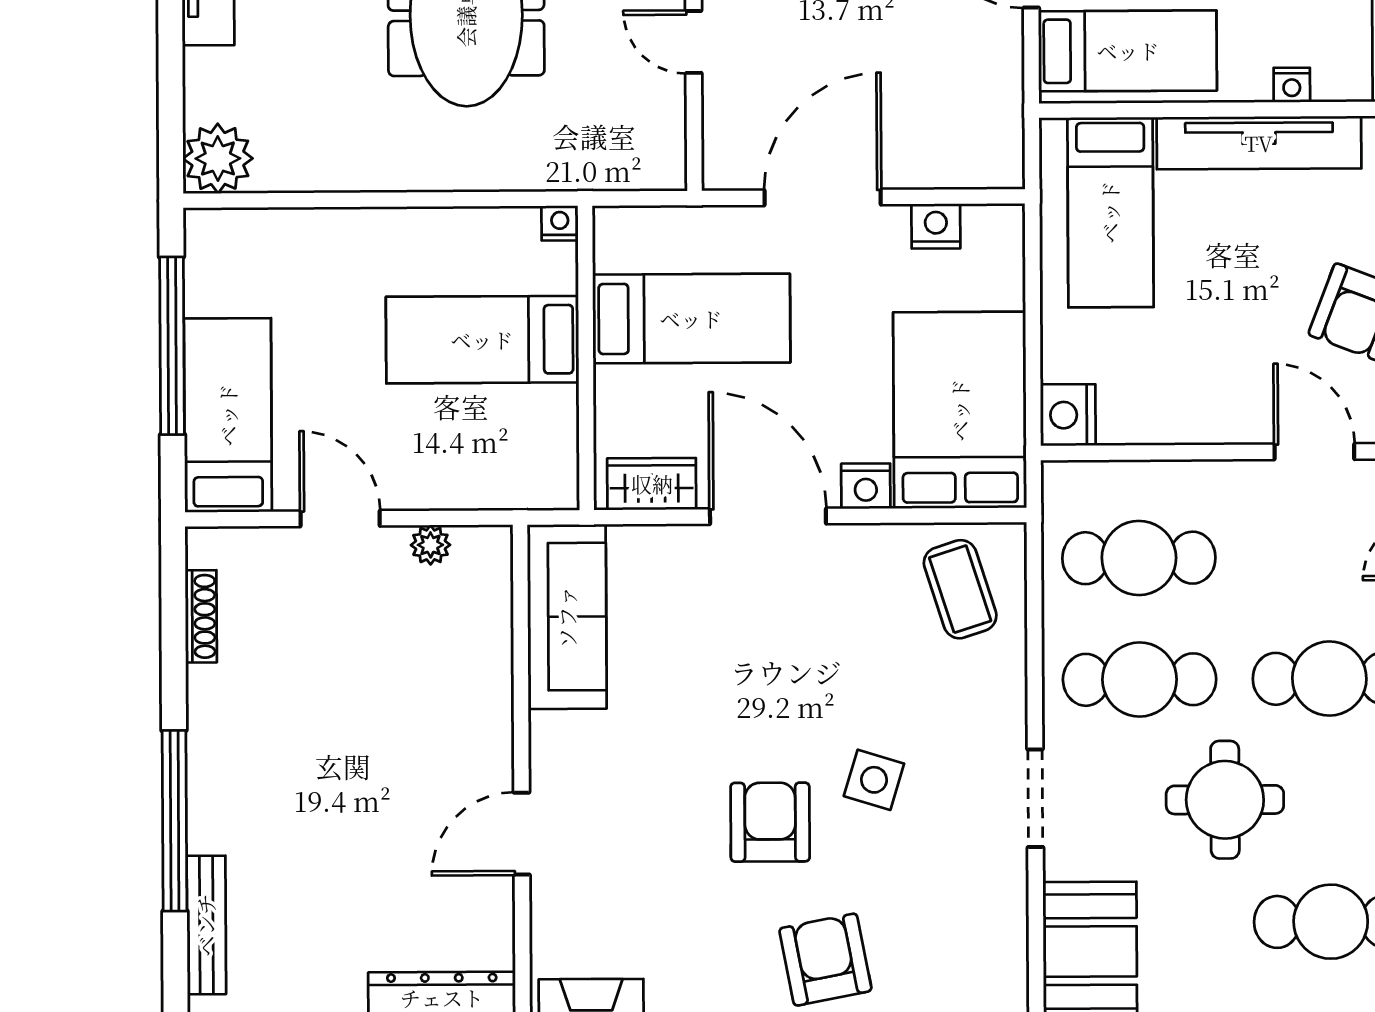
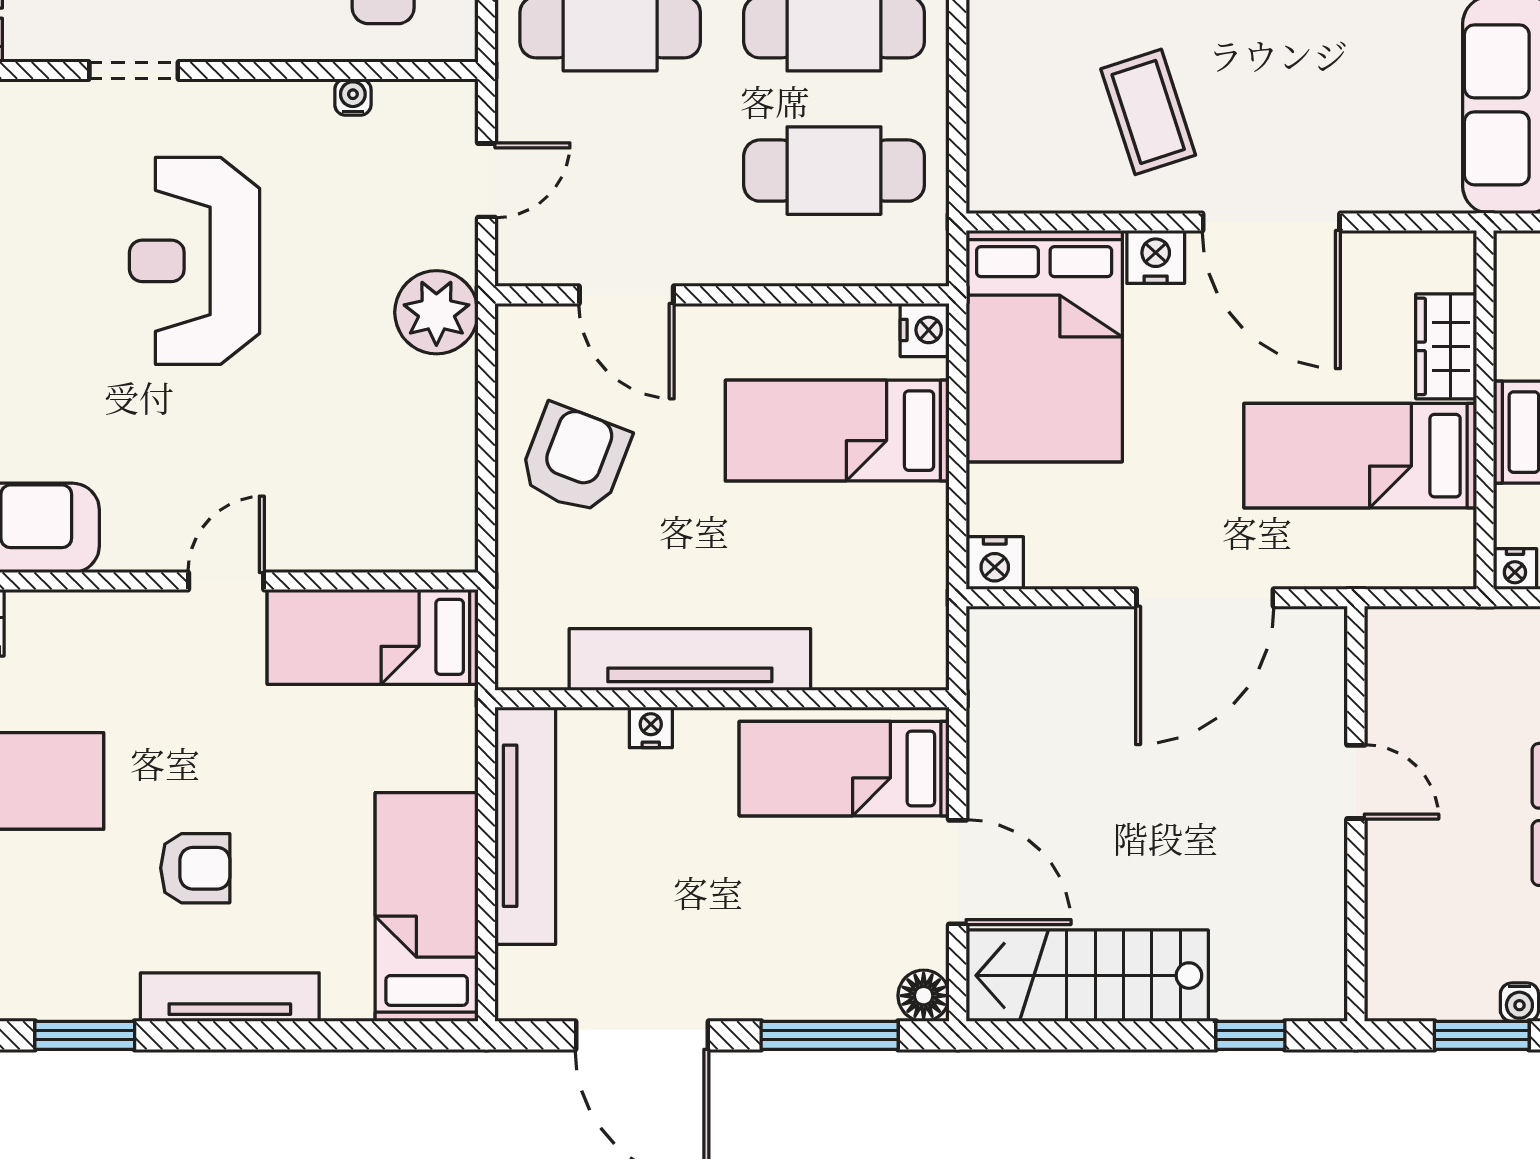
bed: (1110, 212) -> (837, 431), moved, turned -90
nightstand: (936, 226) -> (995, 563), moved
nightstand: (1068, 415) -> (925, 330), width x0.74, depth x0.75
wardrobe: (652, 484) -> (1446, 346), moved, turned 90
coffee table: (960, 589) -> (1148, 112), moved

